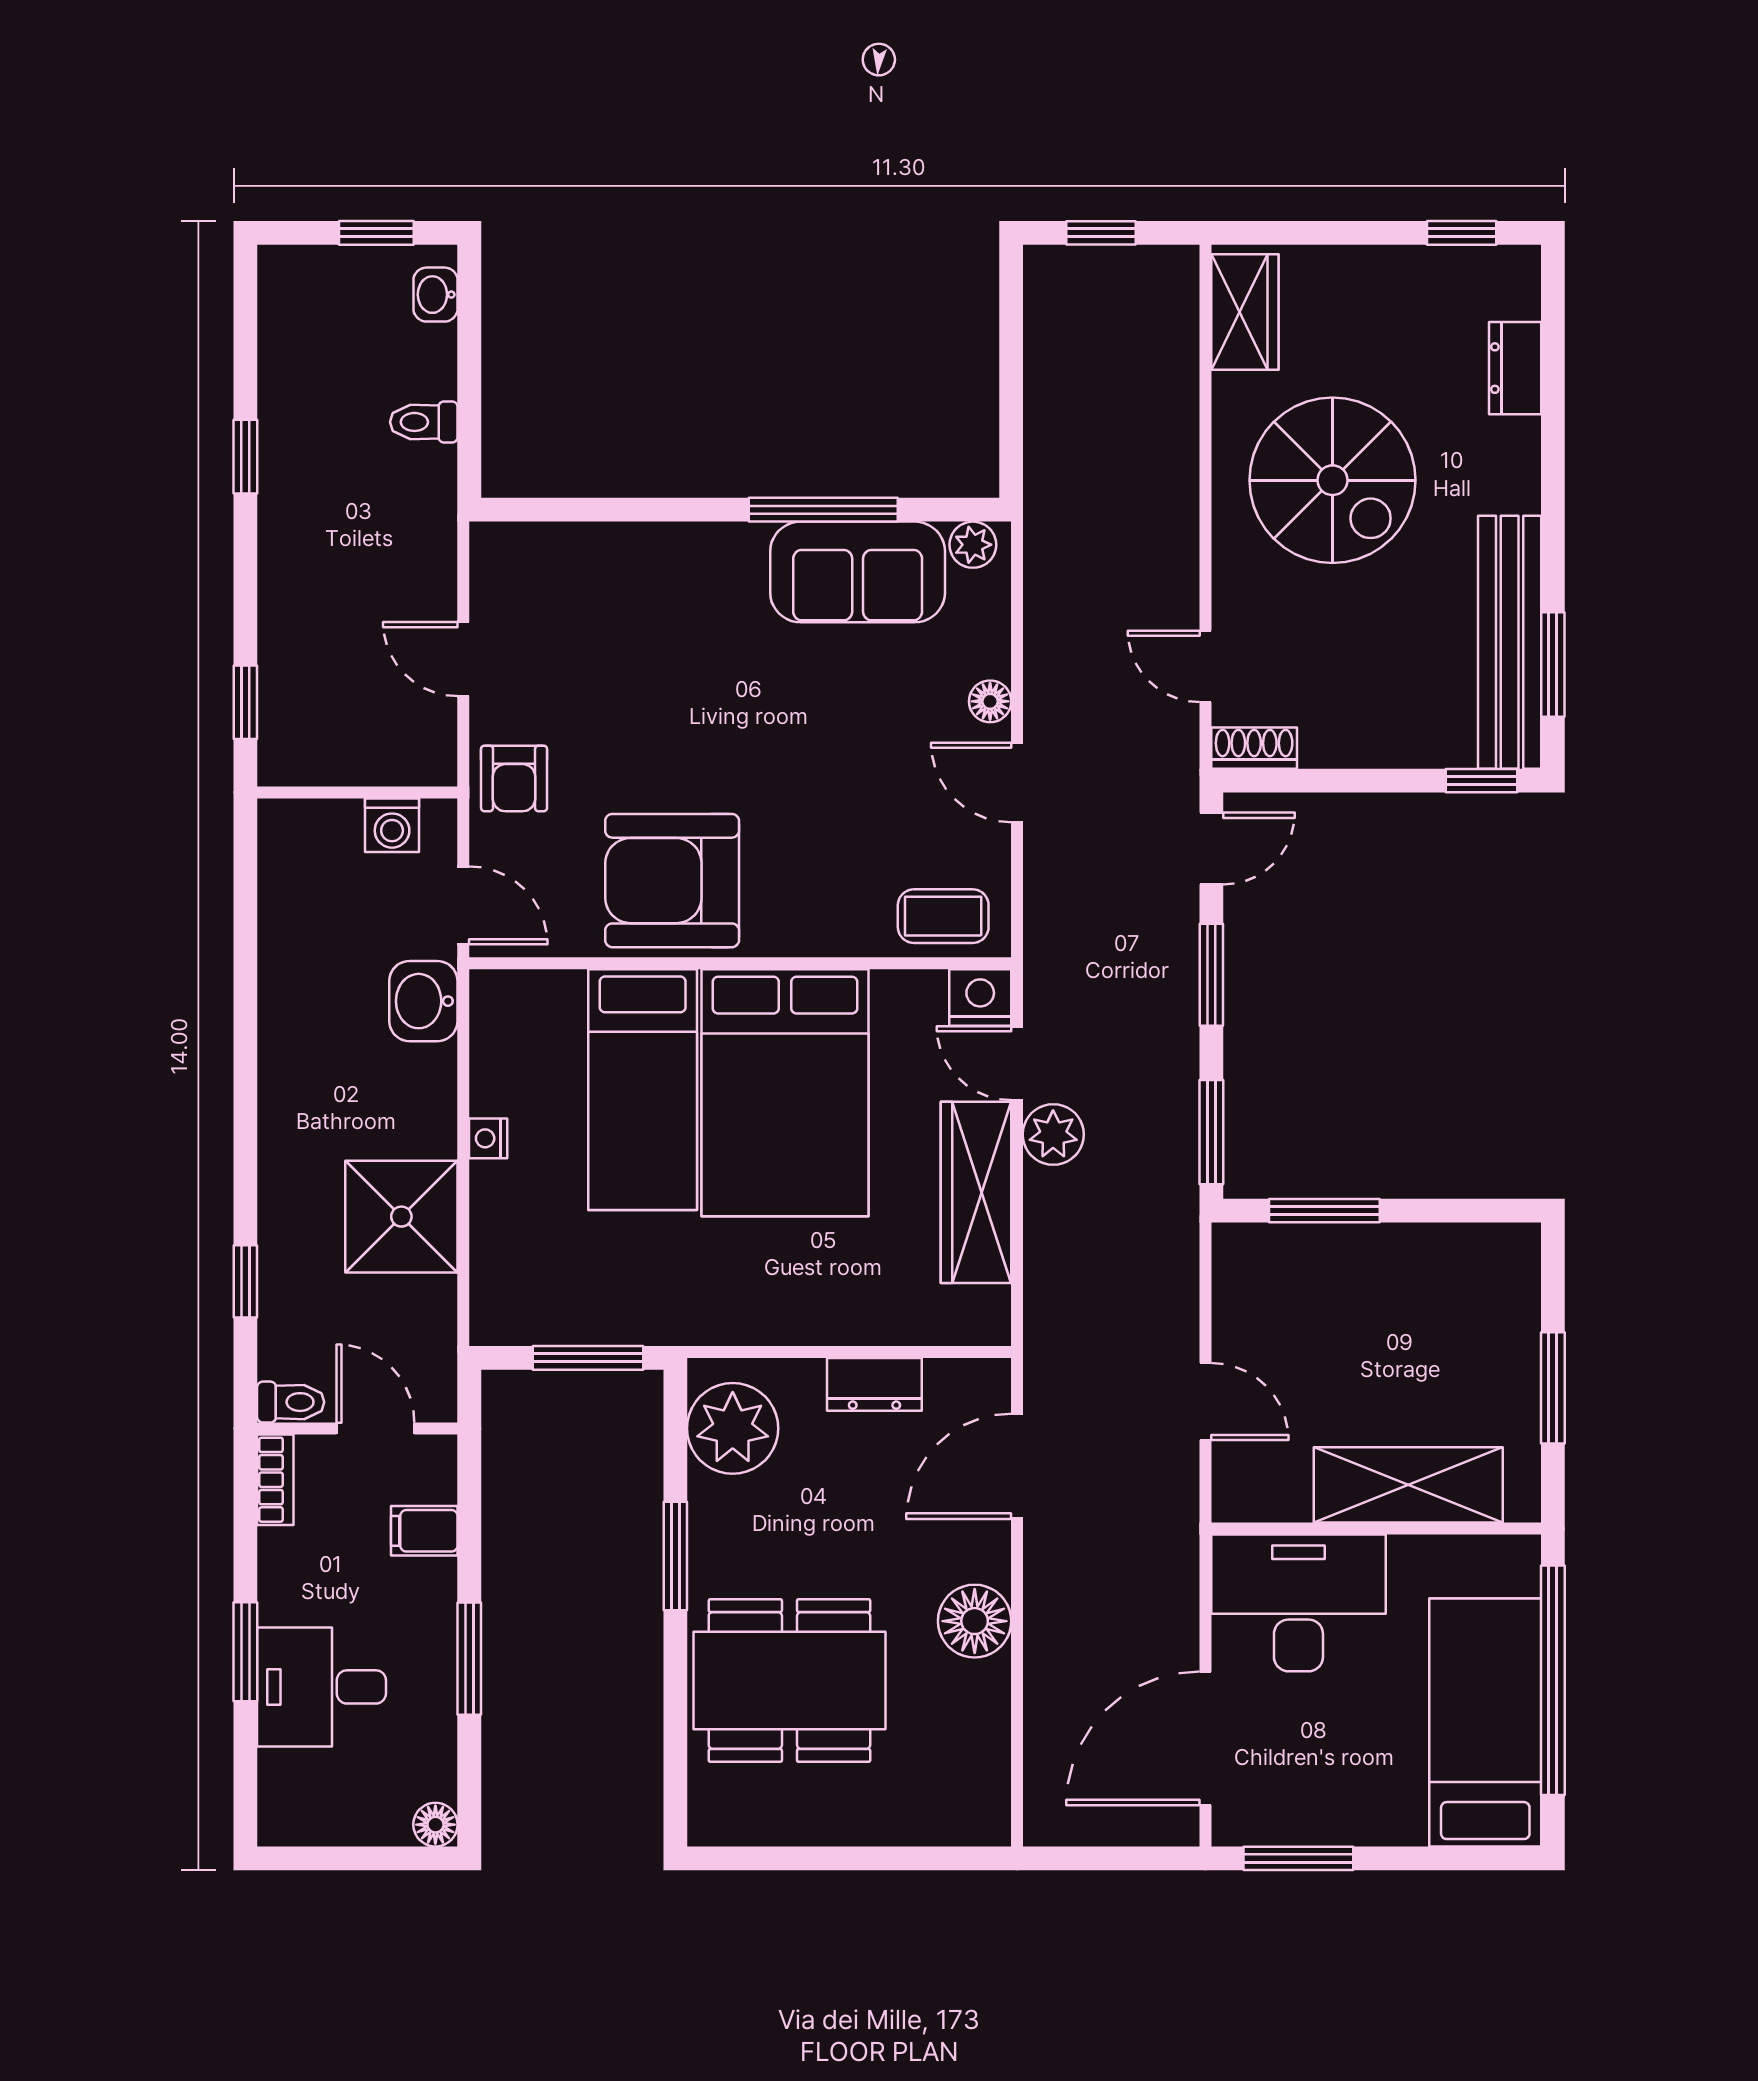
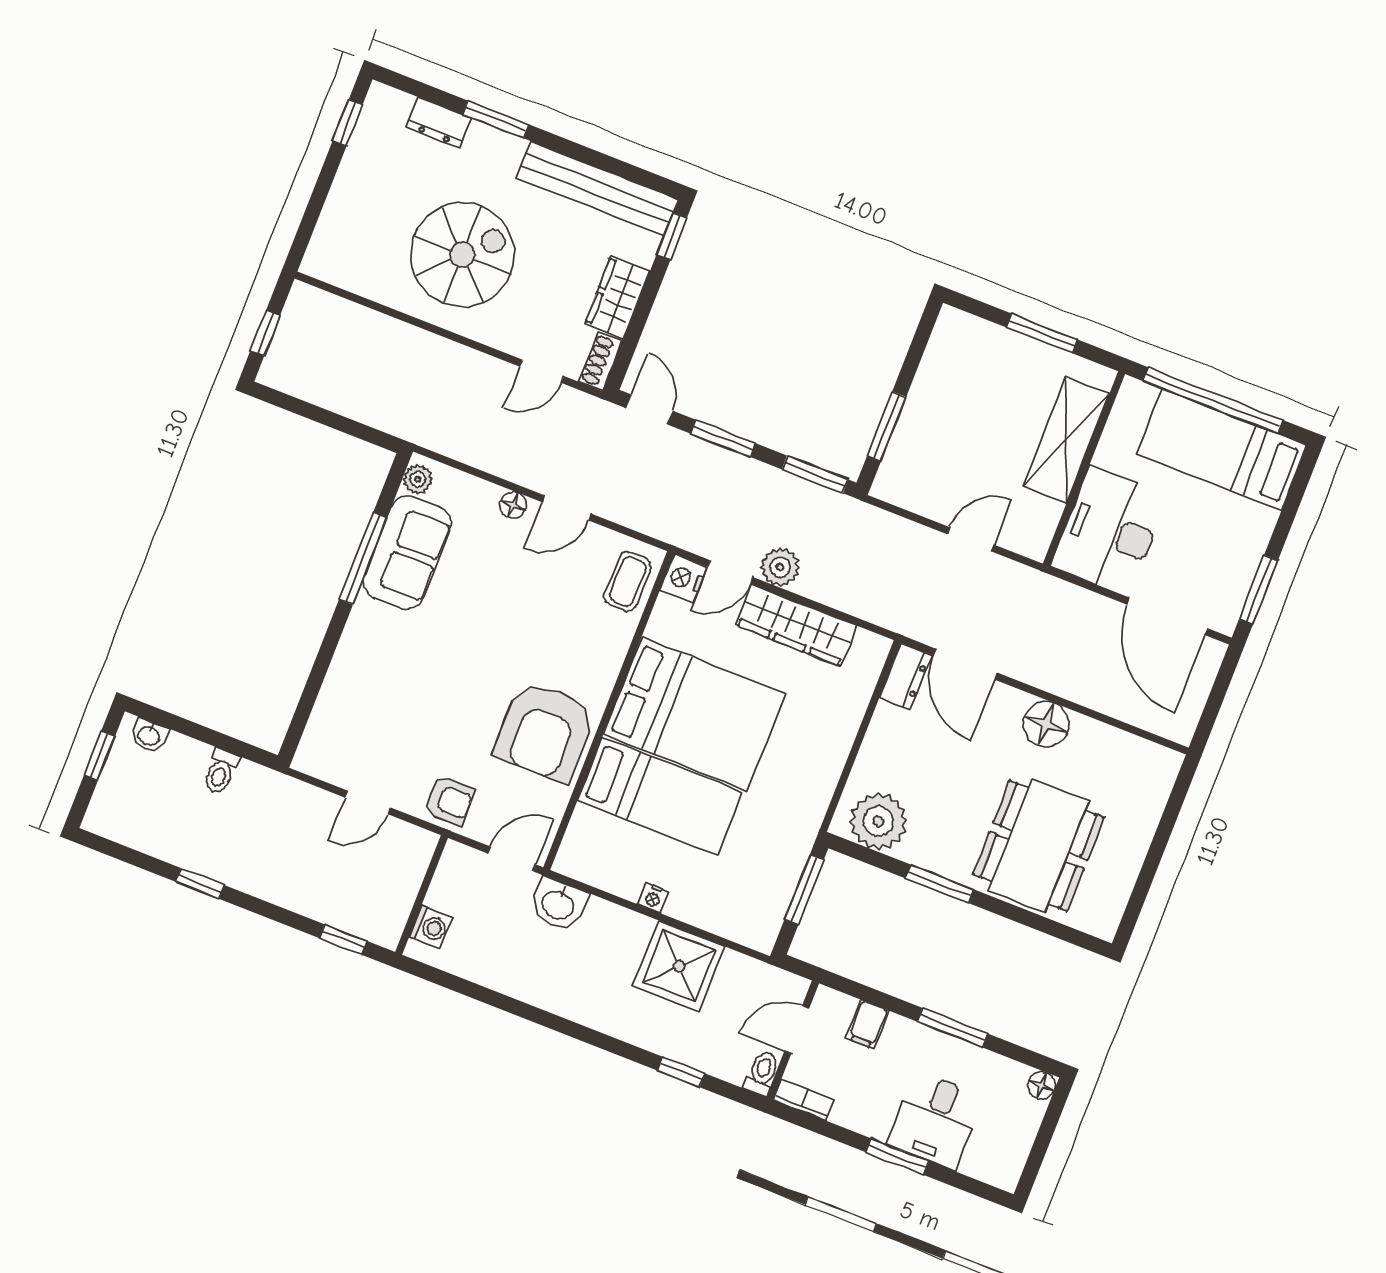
wardrobe: (1245, 312) -> (617, 297), moved, turned -90
window: (1553, 664) -> (496, 119), moved
washing machine: (392, 825) -> (431, 927), moved
dresser: (874, 1384) -> (905, 676), moved

